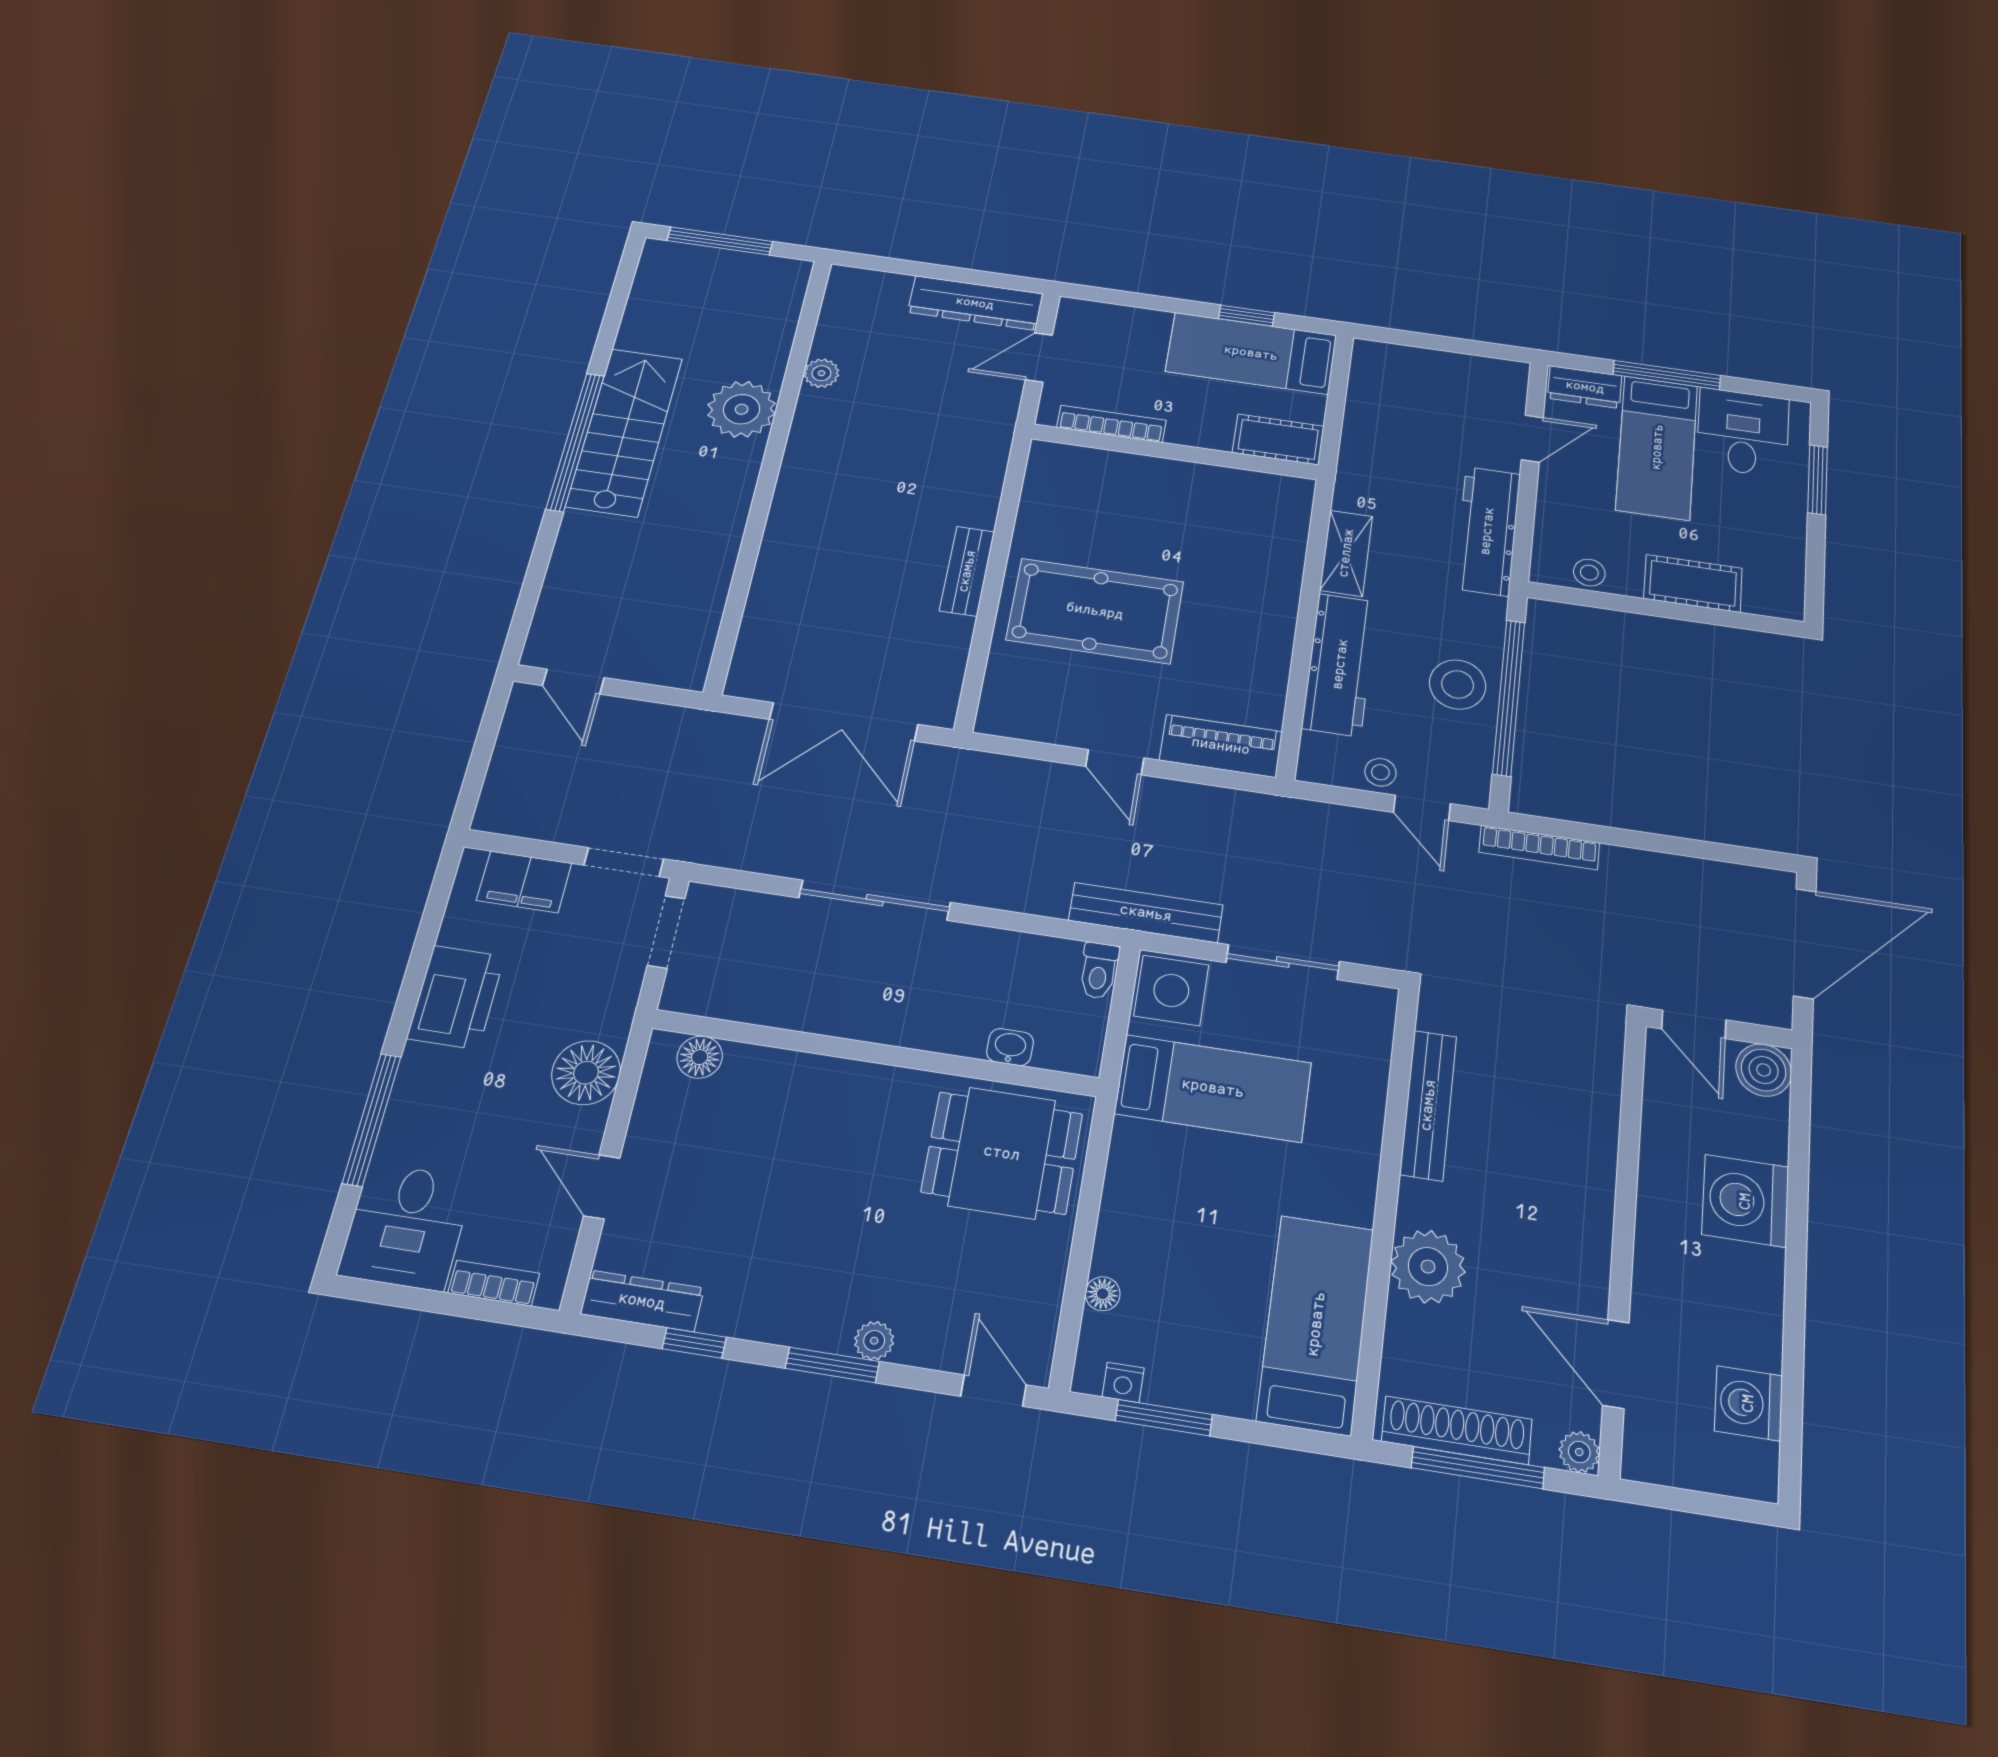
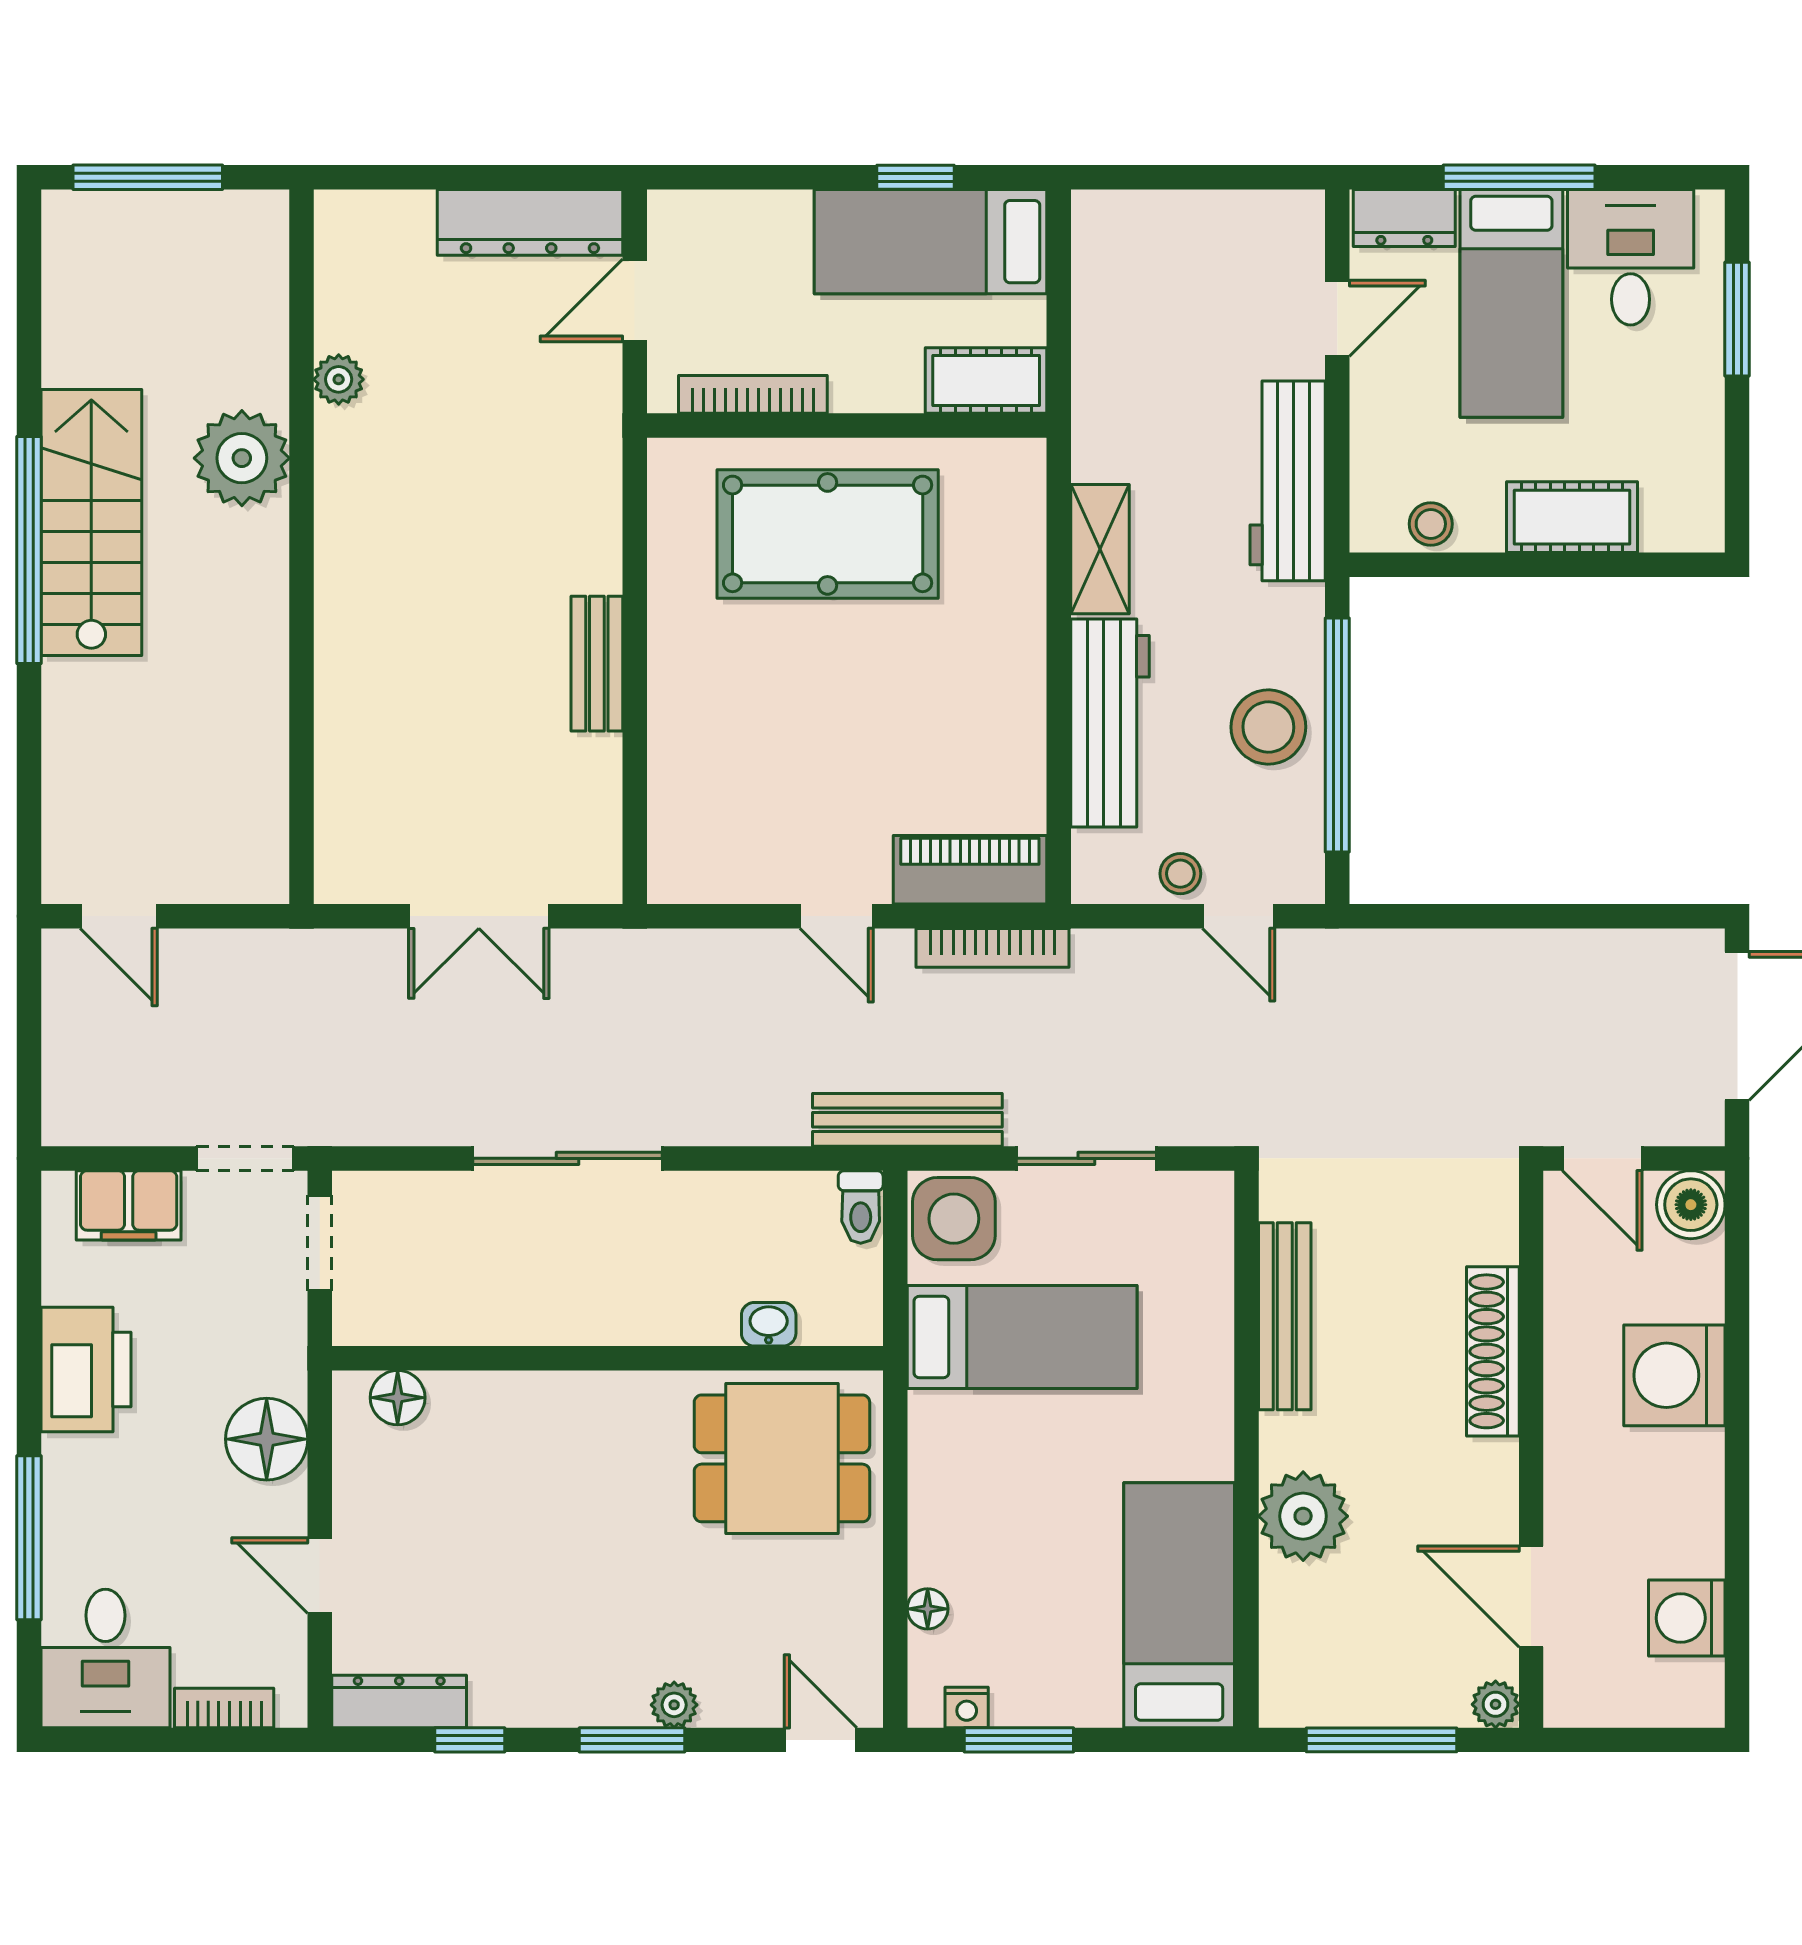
pool table: (1095, 611) -> (828, 534), moved
double door: (844, 722) -> (479, 916), width x0.73
bookcase: (1539, 848) -> (993, 948), moved
shoe rack: (1457, 1430) -> (1493, 1351), moved, turned -90

